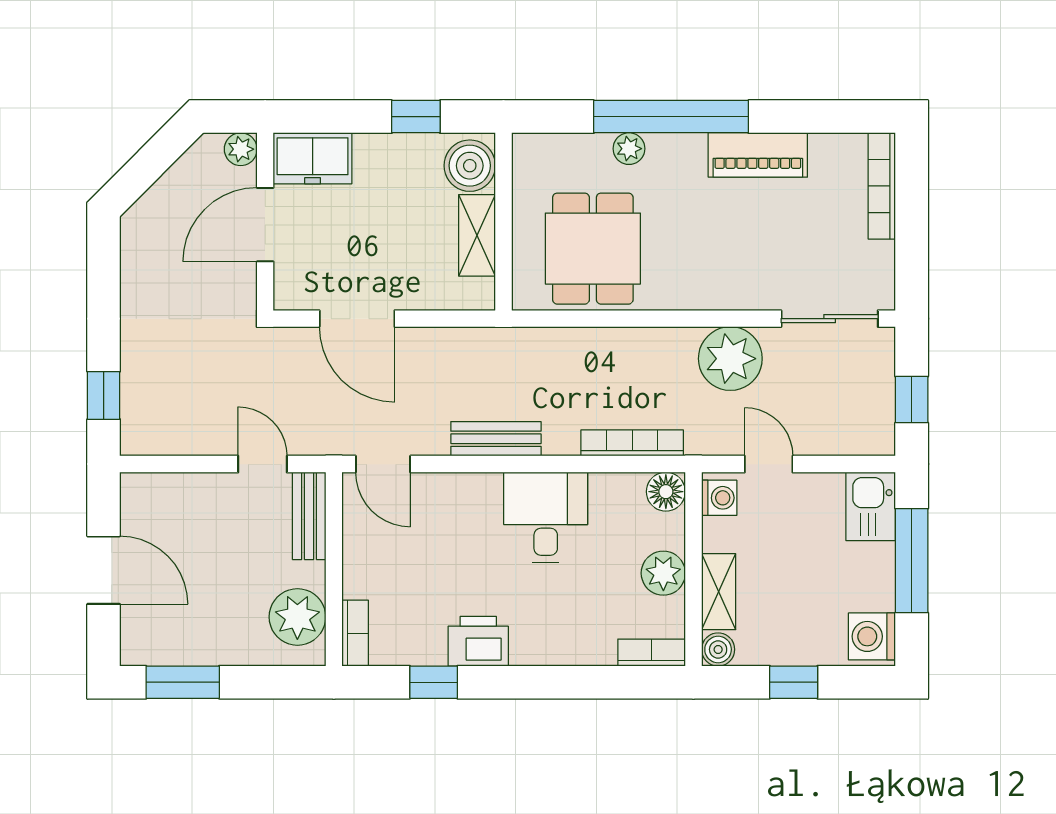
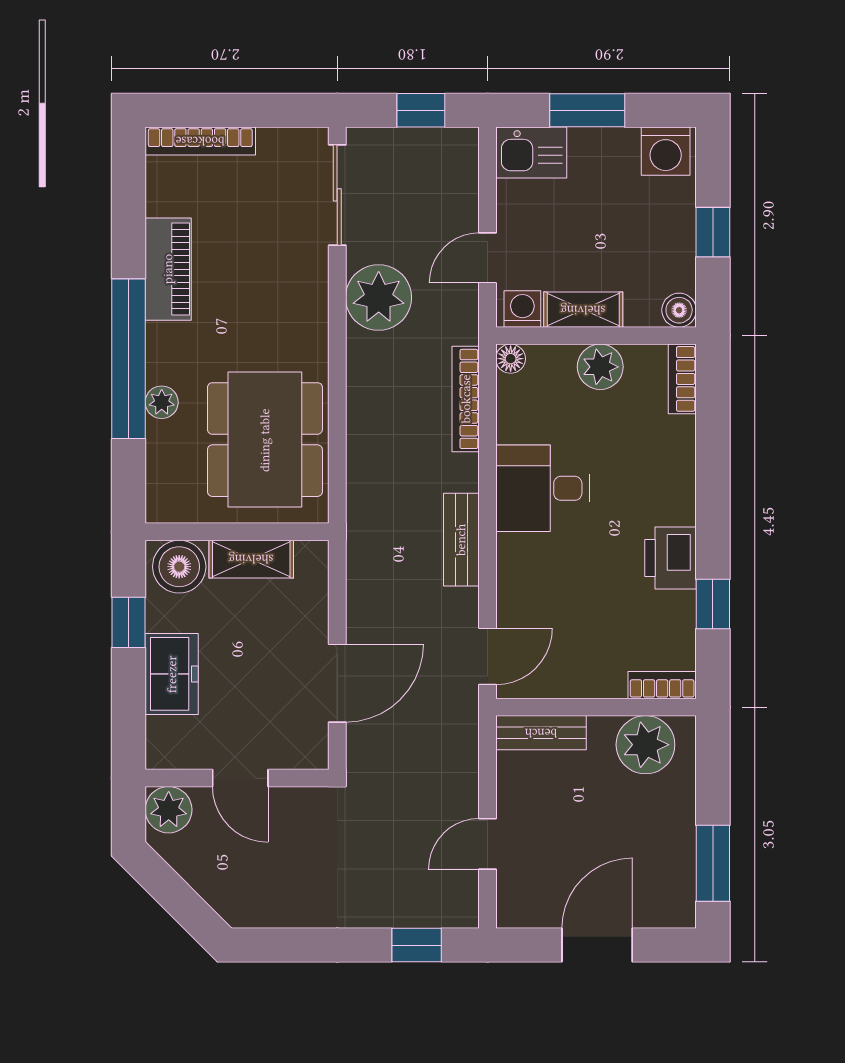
plant: (241, 149) -> (169, 810), width x1.38, depth x1.38
freezer: (313, 158) -> (172, 674), moved
door: (265, 225) -> (240, 778), width x0.73
dining table: (593, 249) -> (265, 440), width x1.38
door: (263, 464) -> (488, 844), moved
floor lamp: (666, 492) -> (511, 359), width x0.73, depth x0.73
window: (912, 561) -> (587, 110), width x0.69
shelving: (719, 592) -> (583, 310), moved

